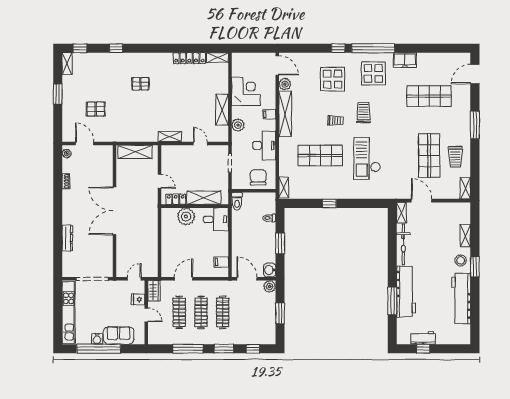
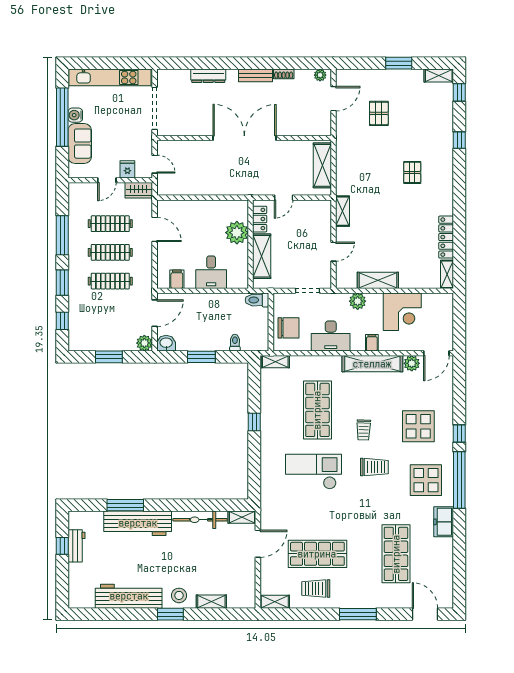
bench: (67, 202) -> (255, 75), added
desk: (216, 219) -> (211, 272), moved

